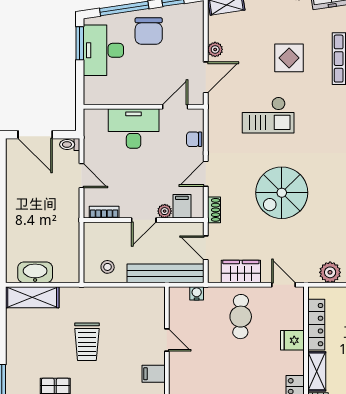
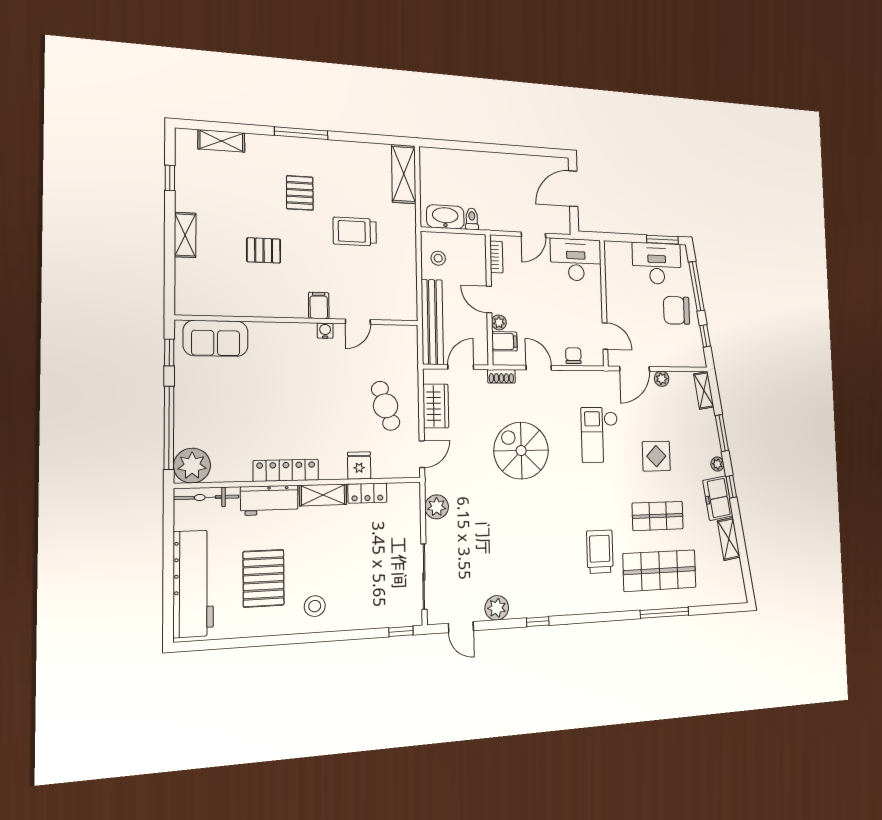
door: (206, 77) -> (635, 369), hinge flipped
desk: (134, 128) -> (576, 260), moved, turned -90
toilet: (70, 144) -> (472, 219), moved
washbasin: (35, 272) -> (445, 217), moved, turned -90
water cooler: (197, 293) -> (325, 331), moved, turned -90
cafe table: (241, 317) -> (386, 406), turned 71
locker: (316, 325) -> (367, 493), width x0.66

